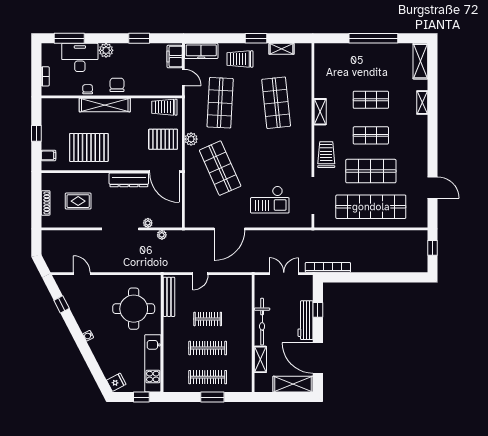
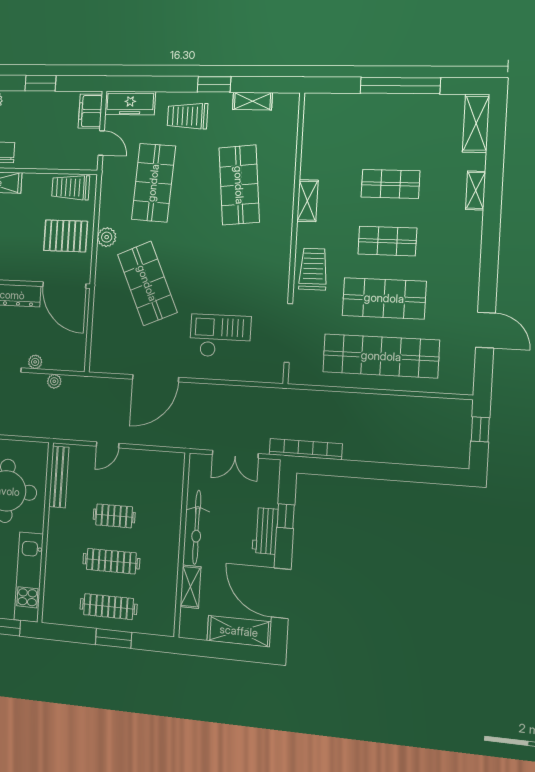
checkout: (270, 200) -> (220, 336), turned 180
double door: (284, 274) -> (235, 454), swing flipped
workbench: (306, 320) -> (265, 531), width x0.73

